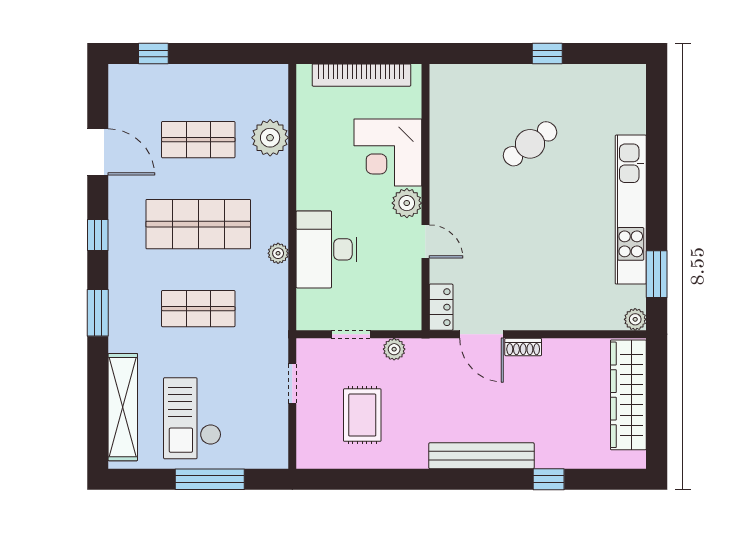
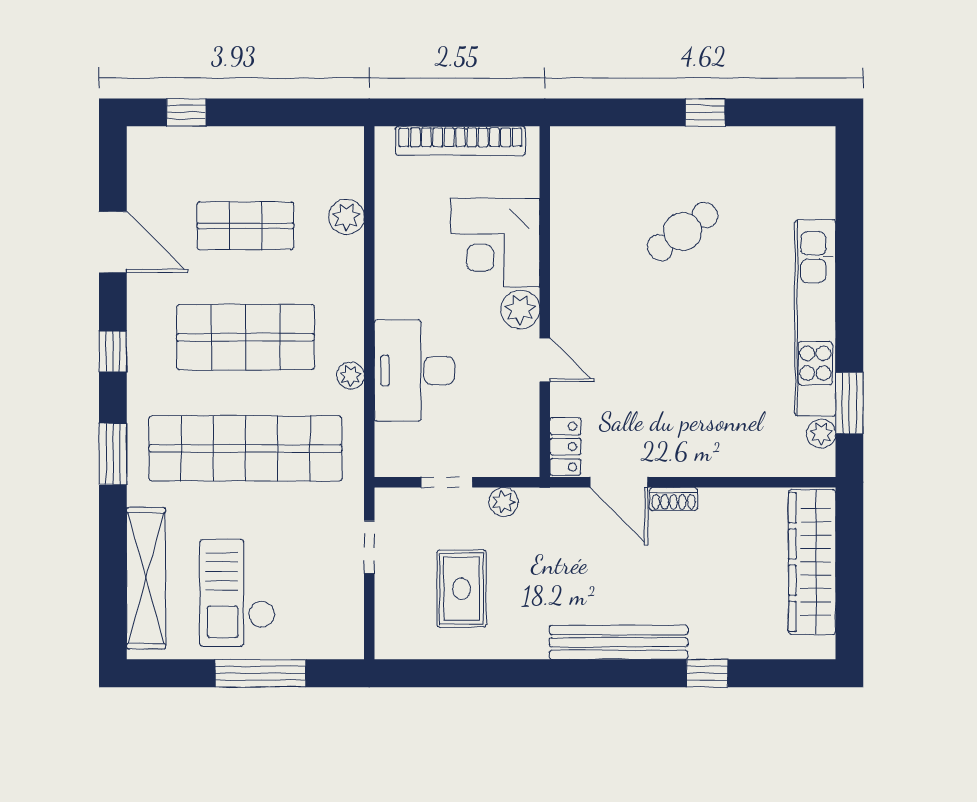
plant: (270, 138) -> (346, 217), width x0.73, depth x0.73
shop shelf: (198, 309) -> (245, 448), width x2.00, depth x1.36
plant: (635, 319) -> (821, 433), moved

